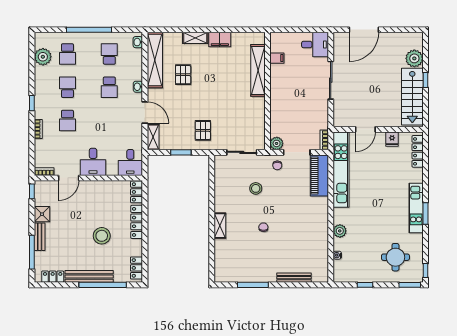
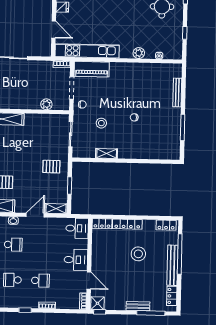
plant: (277, 143) -> (46, 104), moved
shower: (42, 214) -> (97, 303), moved
shelving: (220, 226) -> (107, 153), moved

